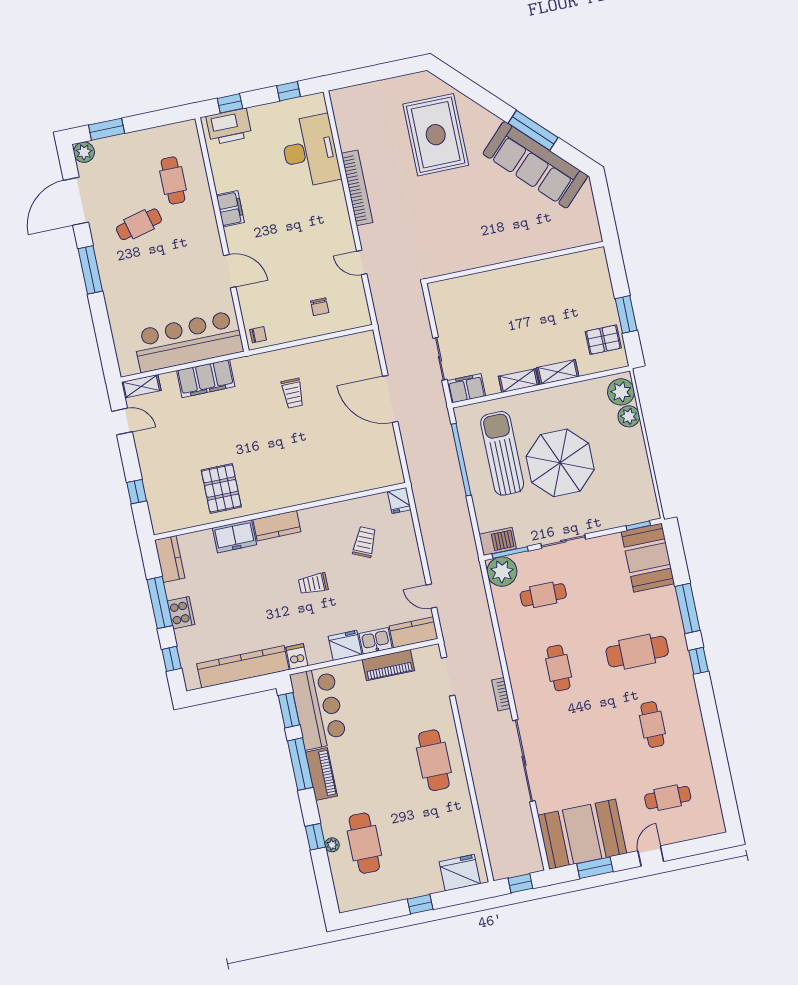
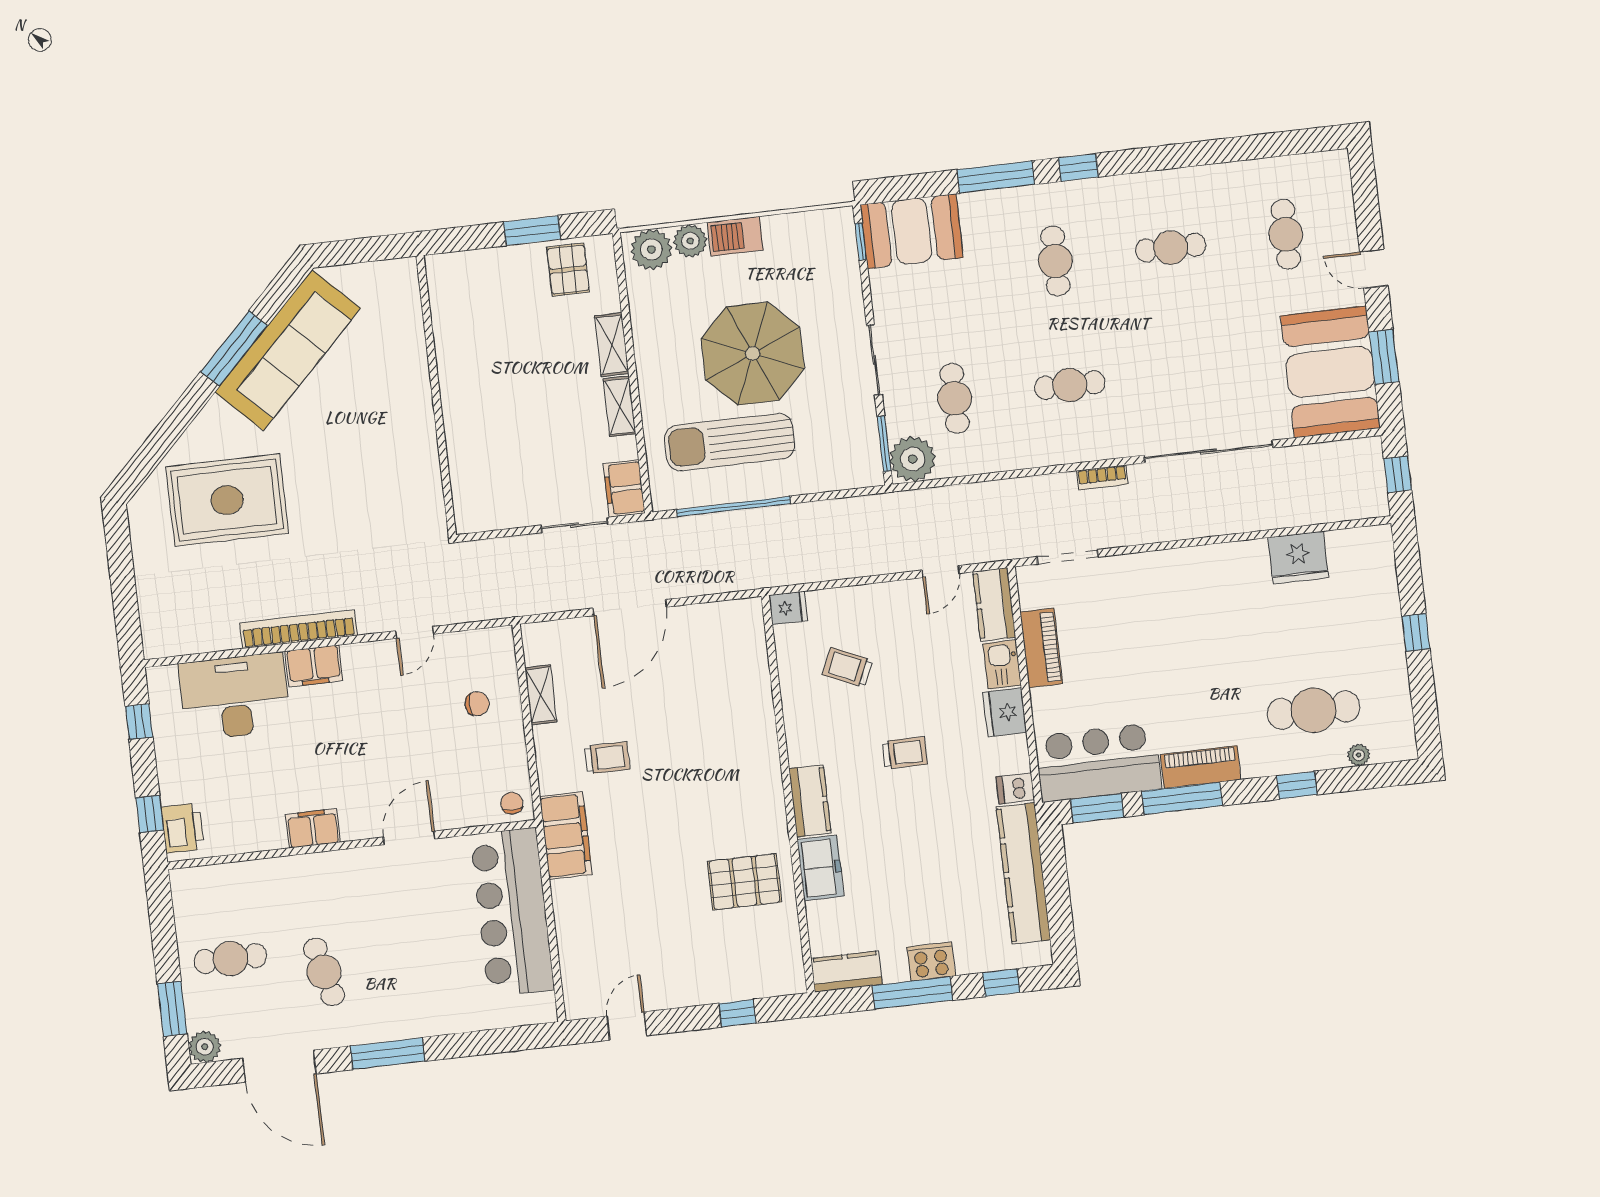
printer: (229, 126) -> (183, 828), width x0.73, depth x0.84
cafe table: (173, 180) -> (230, 959), moved
filing cabinet: (334, 200) -> (314, 666), added
filing cabinet: (206, 379) -> (566, 836), moved
shelving: (141, 386) -> (541, 695), moved
barbecue: (498, 541) -> (735, 236), moved, turned -90
trolley: (313, 584) -> (905, 753), turned -90
cafe table: (637, 652) -> (1055, 261), width x0.73, depth x0.74
cafe table: (434, 760) -> (1195, 591), removed
plant: (332, 845) -> (1359, 755), moved
fridge: (460, 873) -> (1298, 558), moved, turned -90

